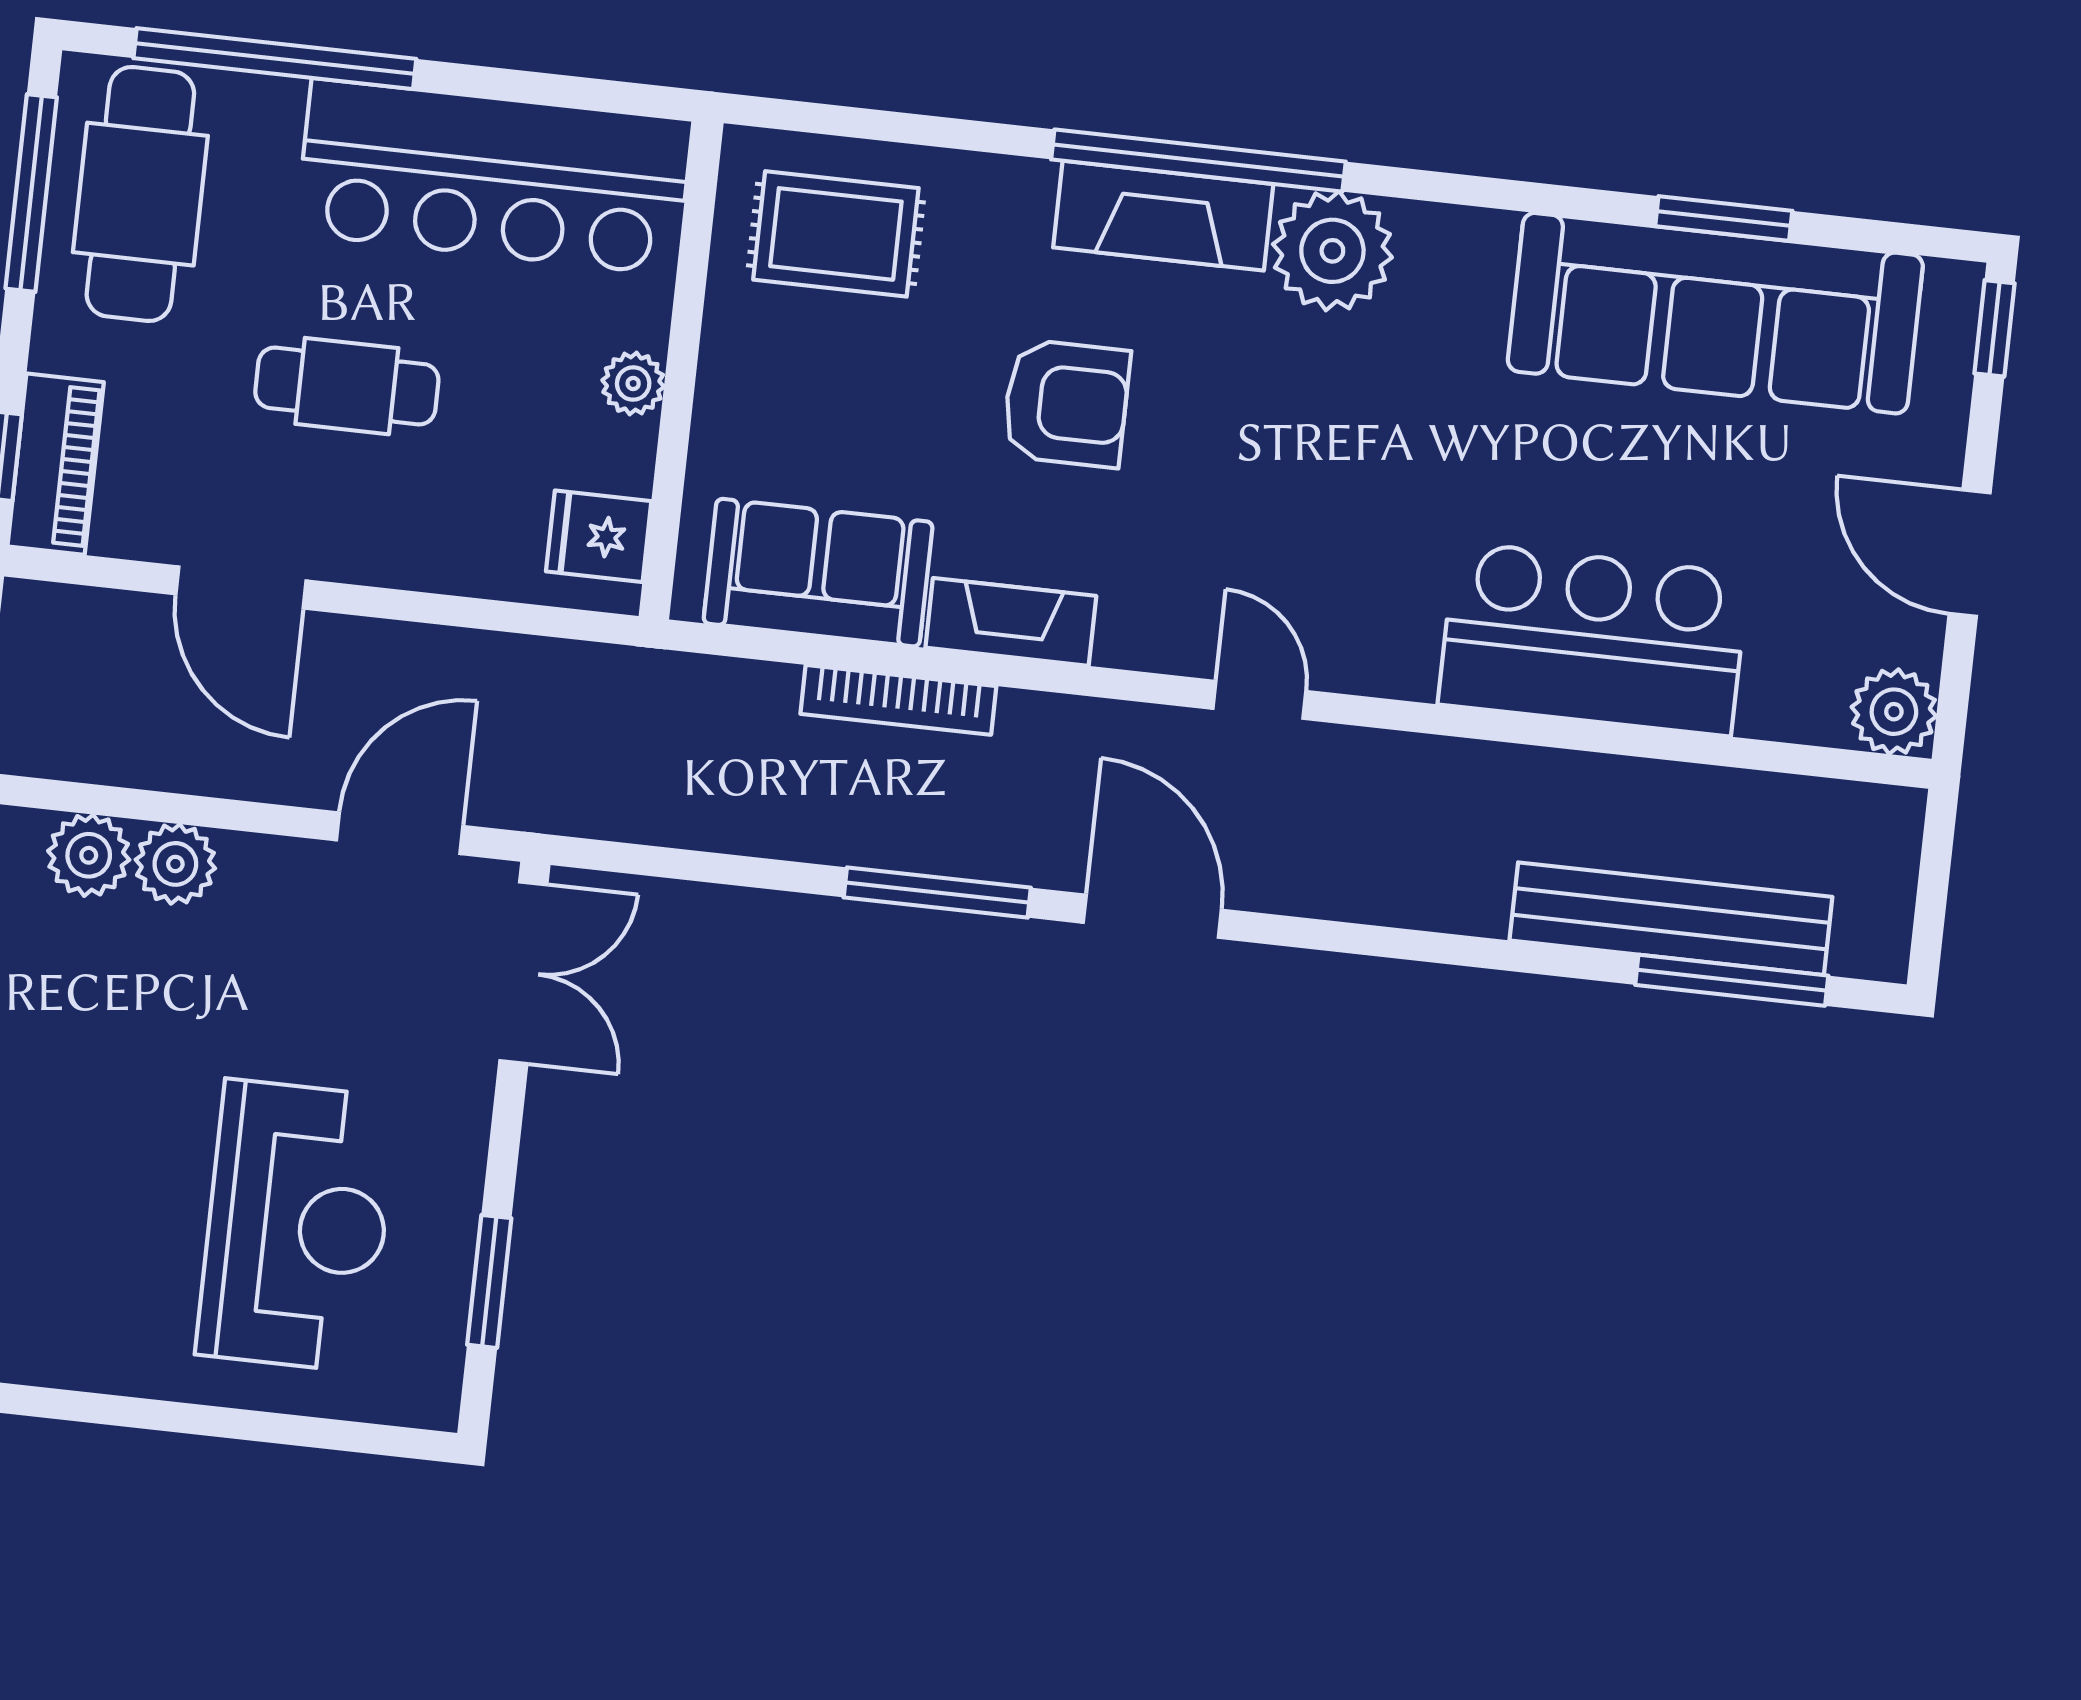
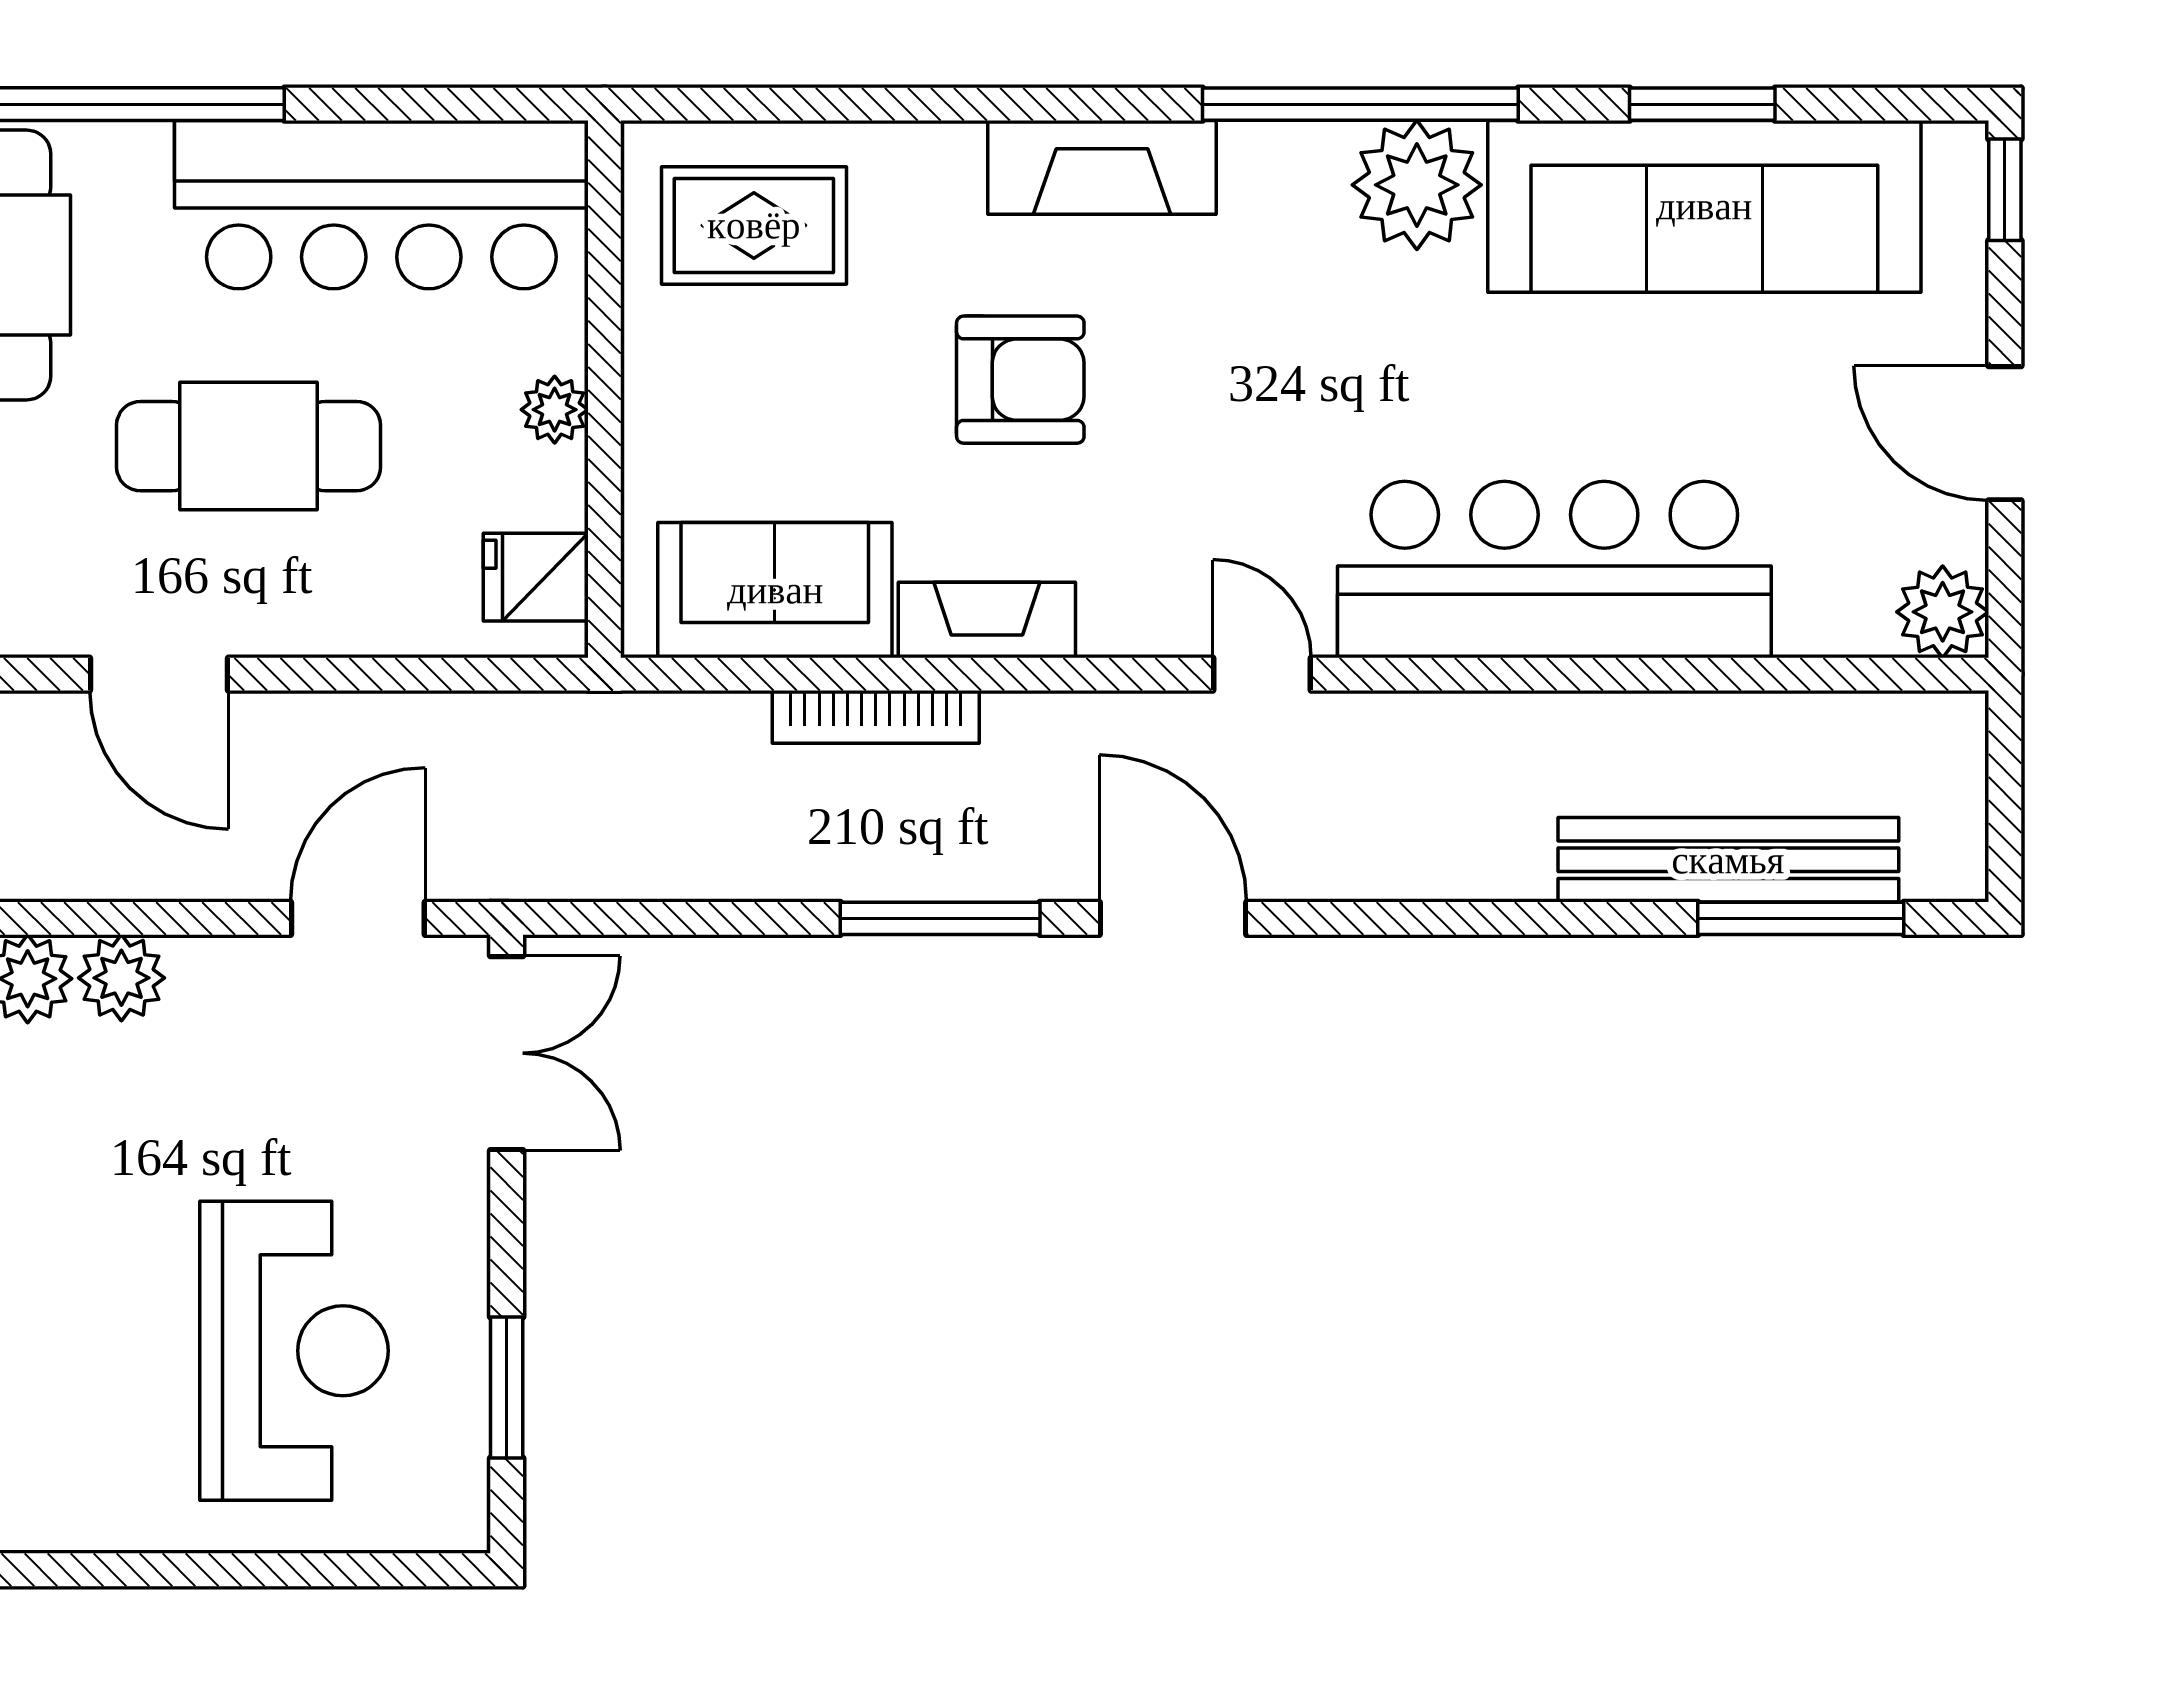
window: (1198, 161) -> (1360, 104), moved
plant: (1332, 251) -> (1417, 185), moved
cafe table: (347, 386) -> (249, 446), width x1.37, depth x1.35
bar counter: (1593, 639) -> (1554, 569), width x1.36

